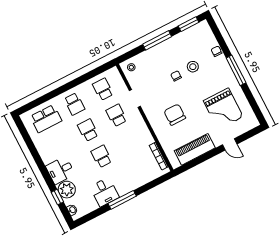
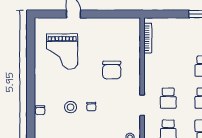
window: (236, 70) -> (31, 82), removed
grand piano: (223, 109) -> (62, 51), turned 180
piano: (195, 149) -> (110, 27), removed

